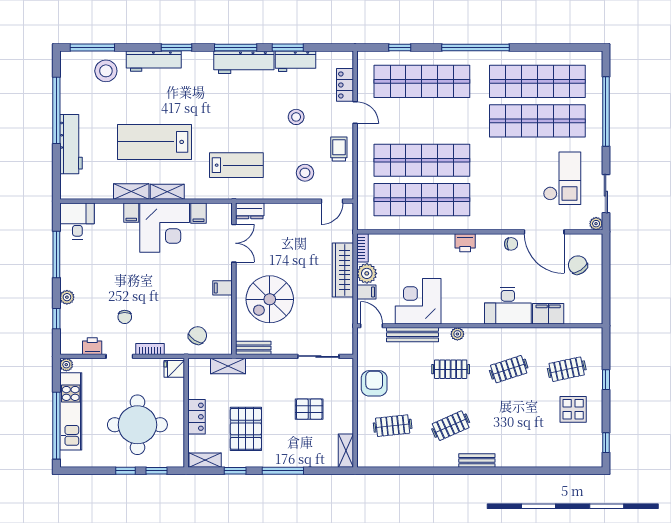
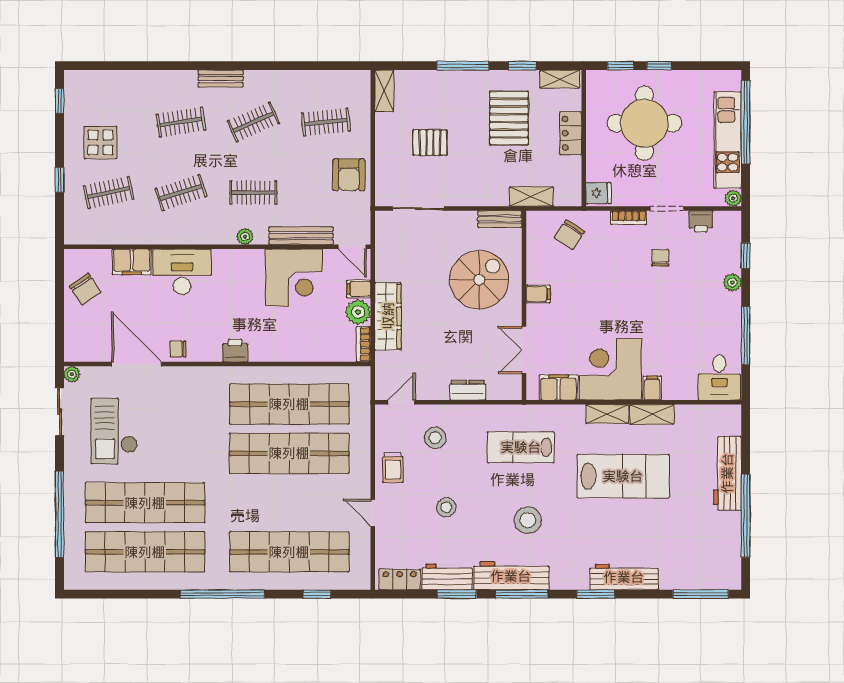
stool: (106, 71) -> (528, 520), moved
locker: (345, 85) -> (400, 579), moved, turned -90
dresser: (250, 211) -> (468, 390), moved
filing cabinet: (199, 213) -> (559, 387), width x2.00
chair: (578, 265) -> (85, 289), moved
clothes rail: (509, 426) -> (181, 122), added

